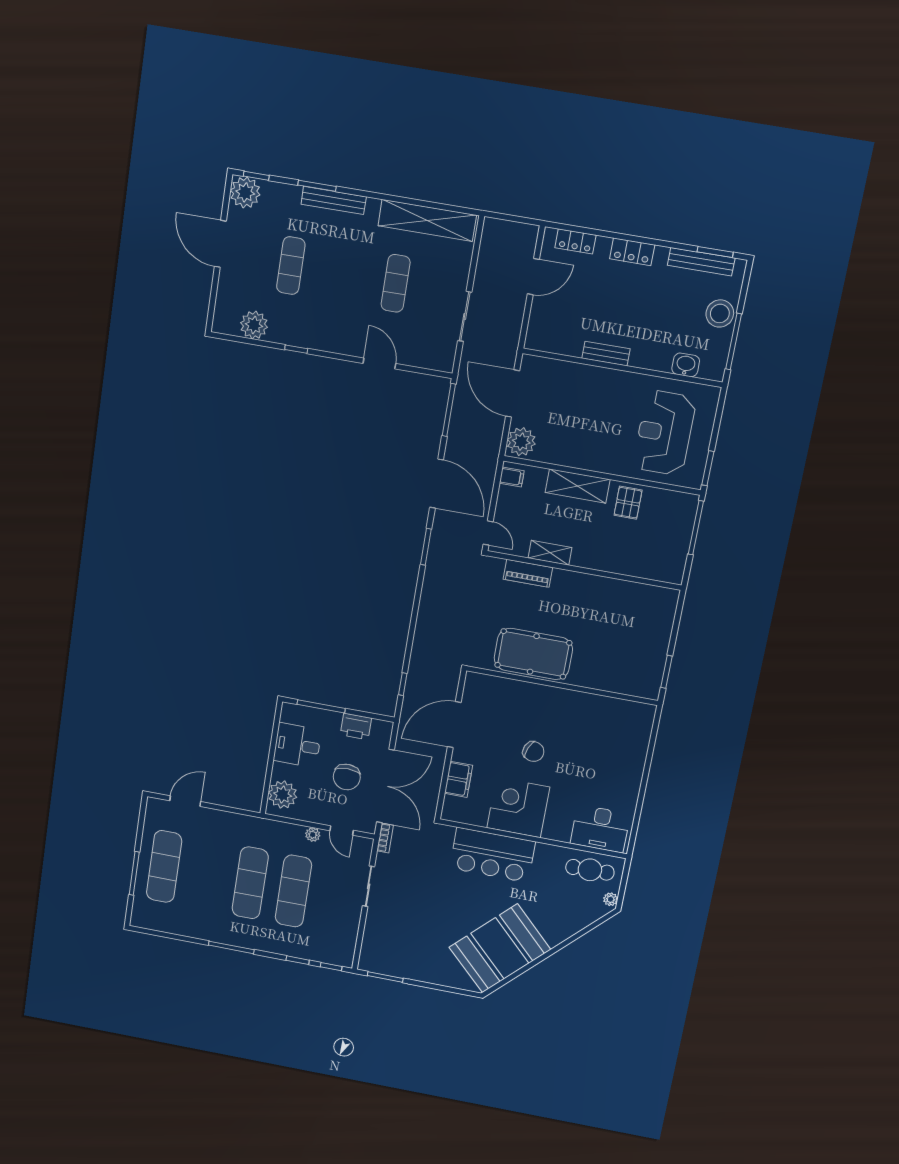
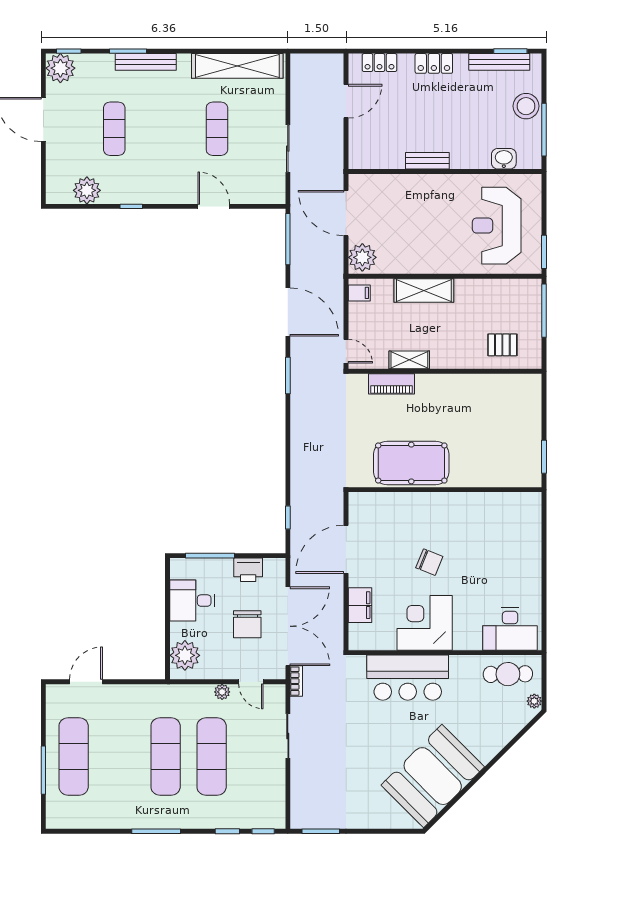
pallet: (628, 503) -> (502, 345), moved, turned 90

